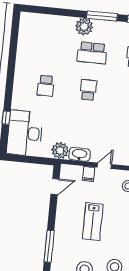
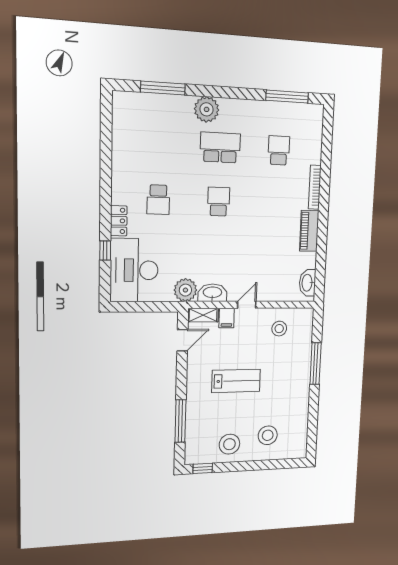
window: (102, 16) -> (163, 88), moved
school desk: (92, 53) -> (220, 148), turned 180
locker: (17, 98) -> (119, 221), added
shelving: (71, 170) -> (203, 315), added
lab bench: (93, 222) -> (236, 381), turned -90

